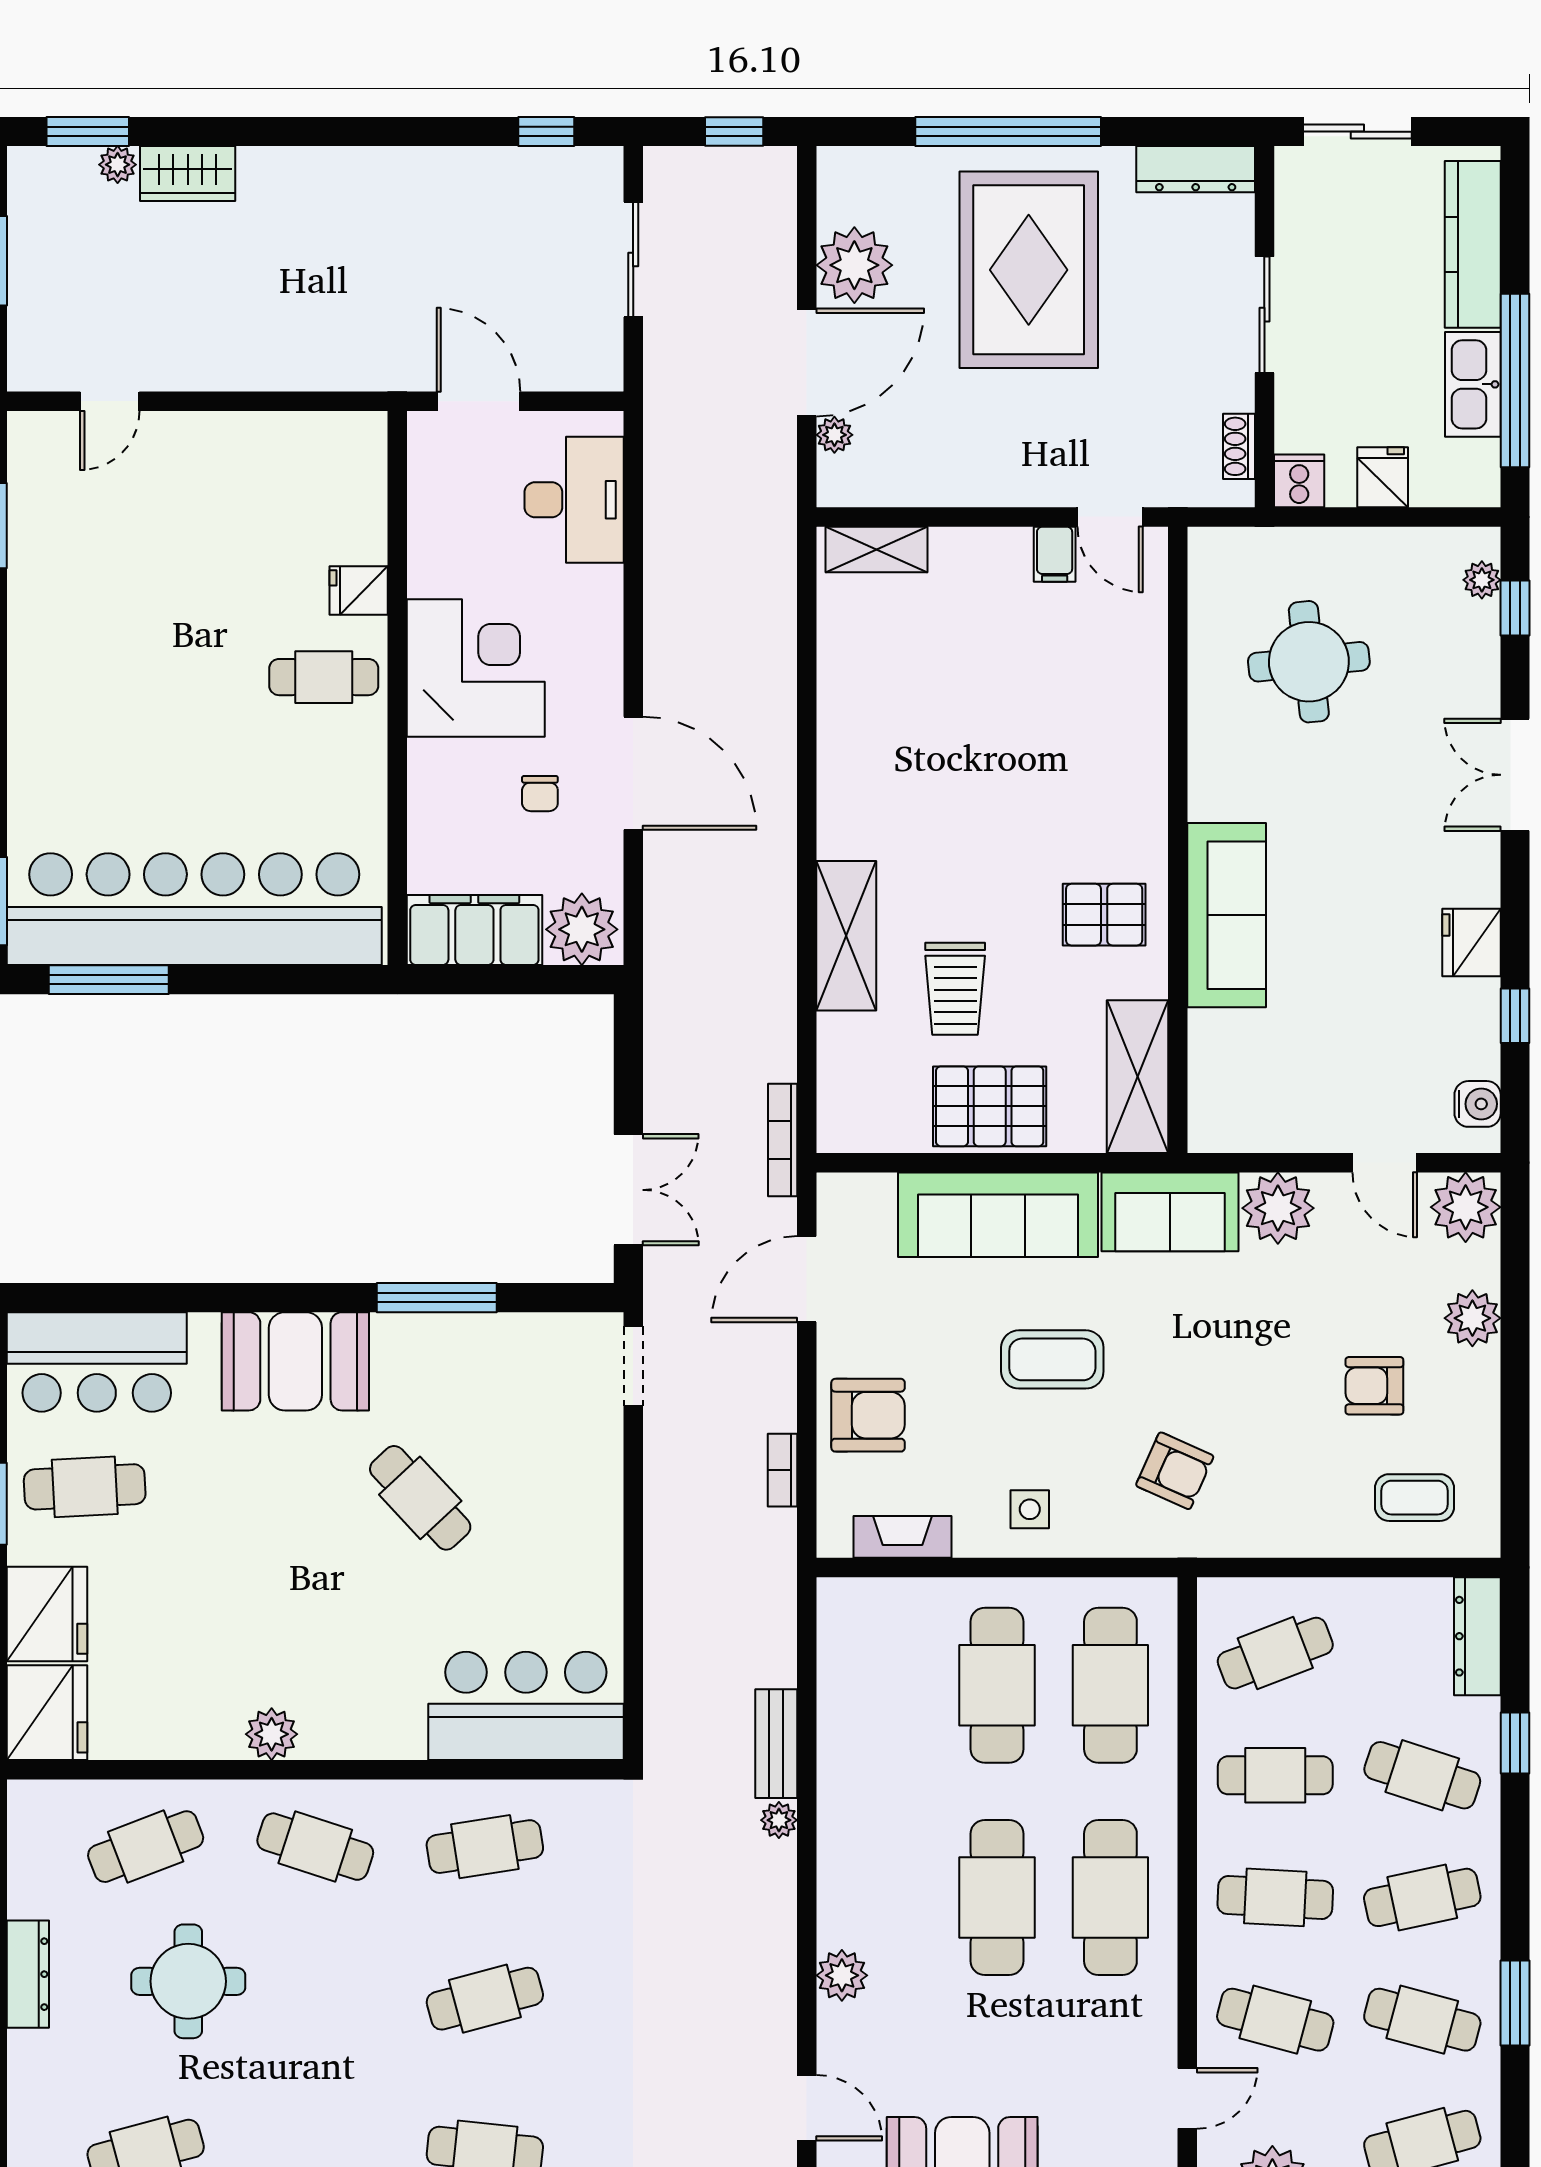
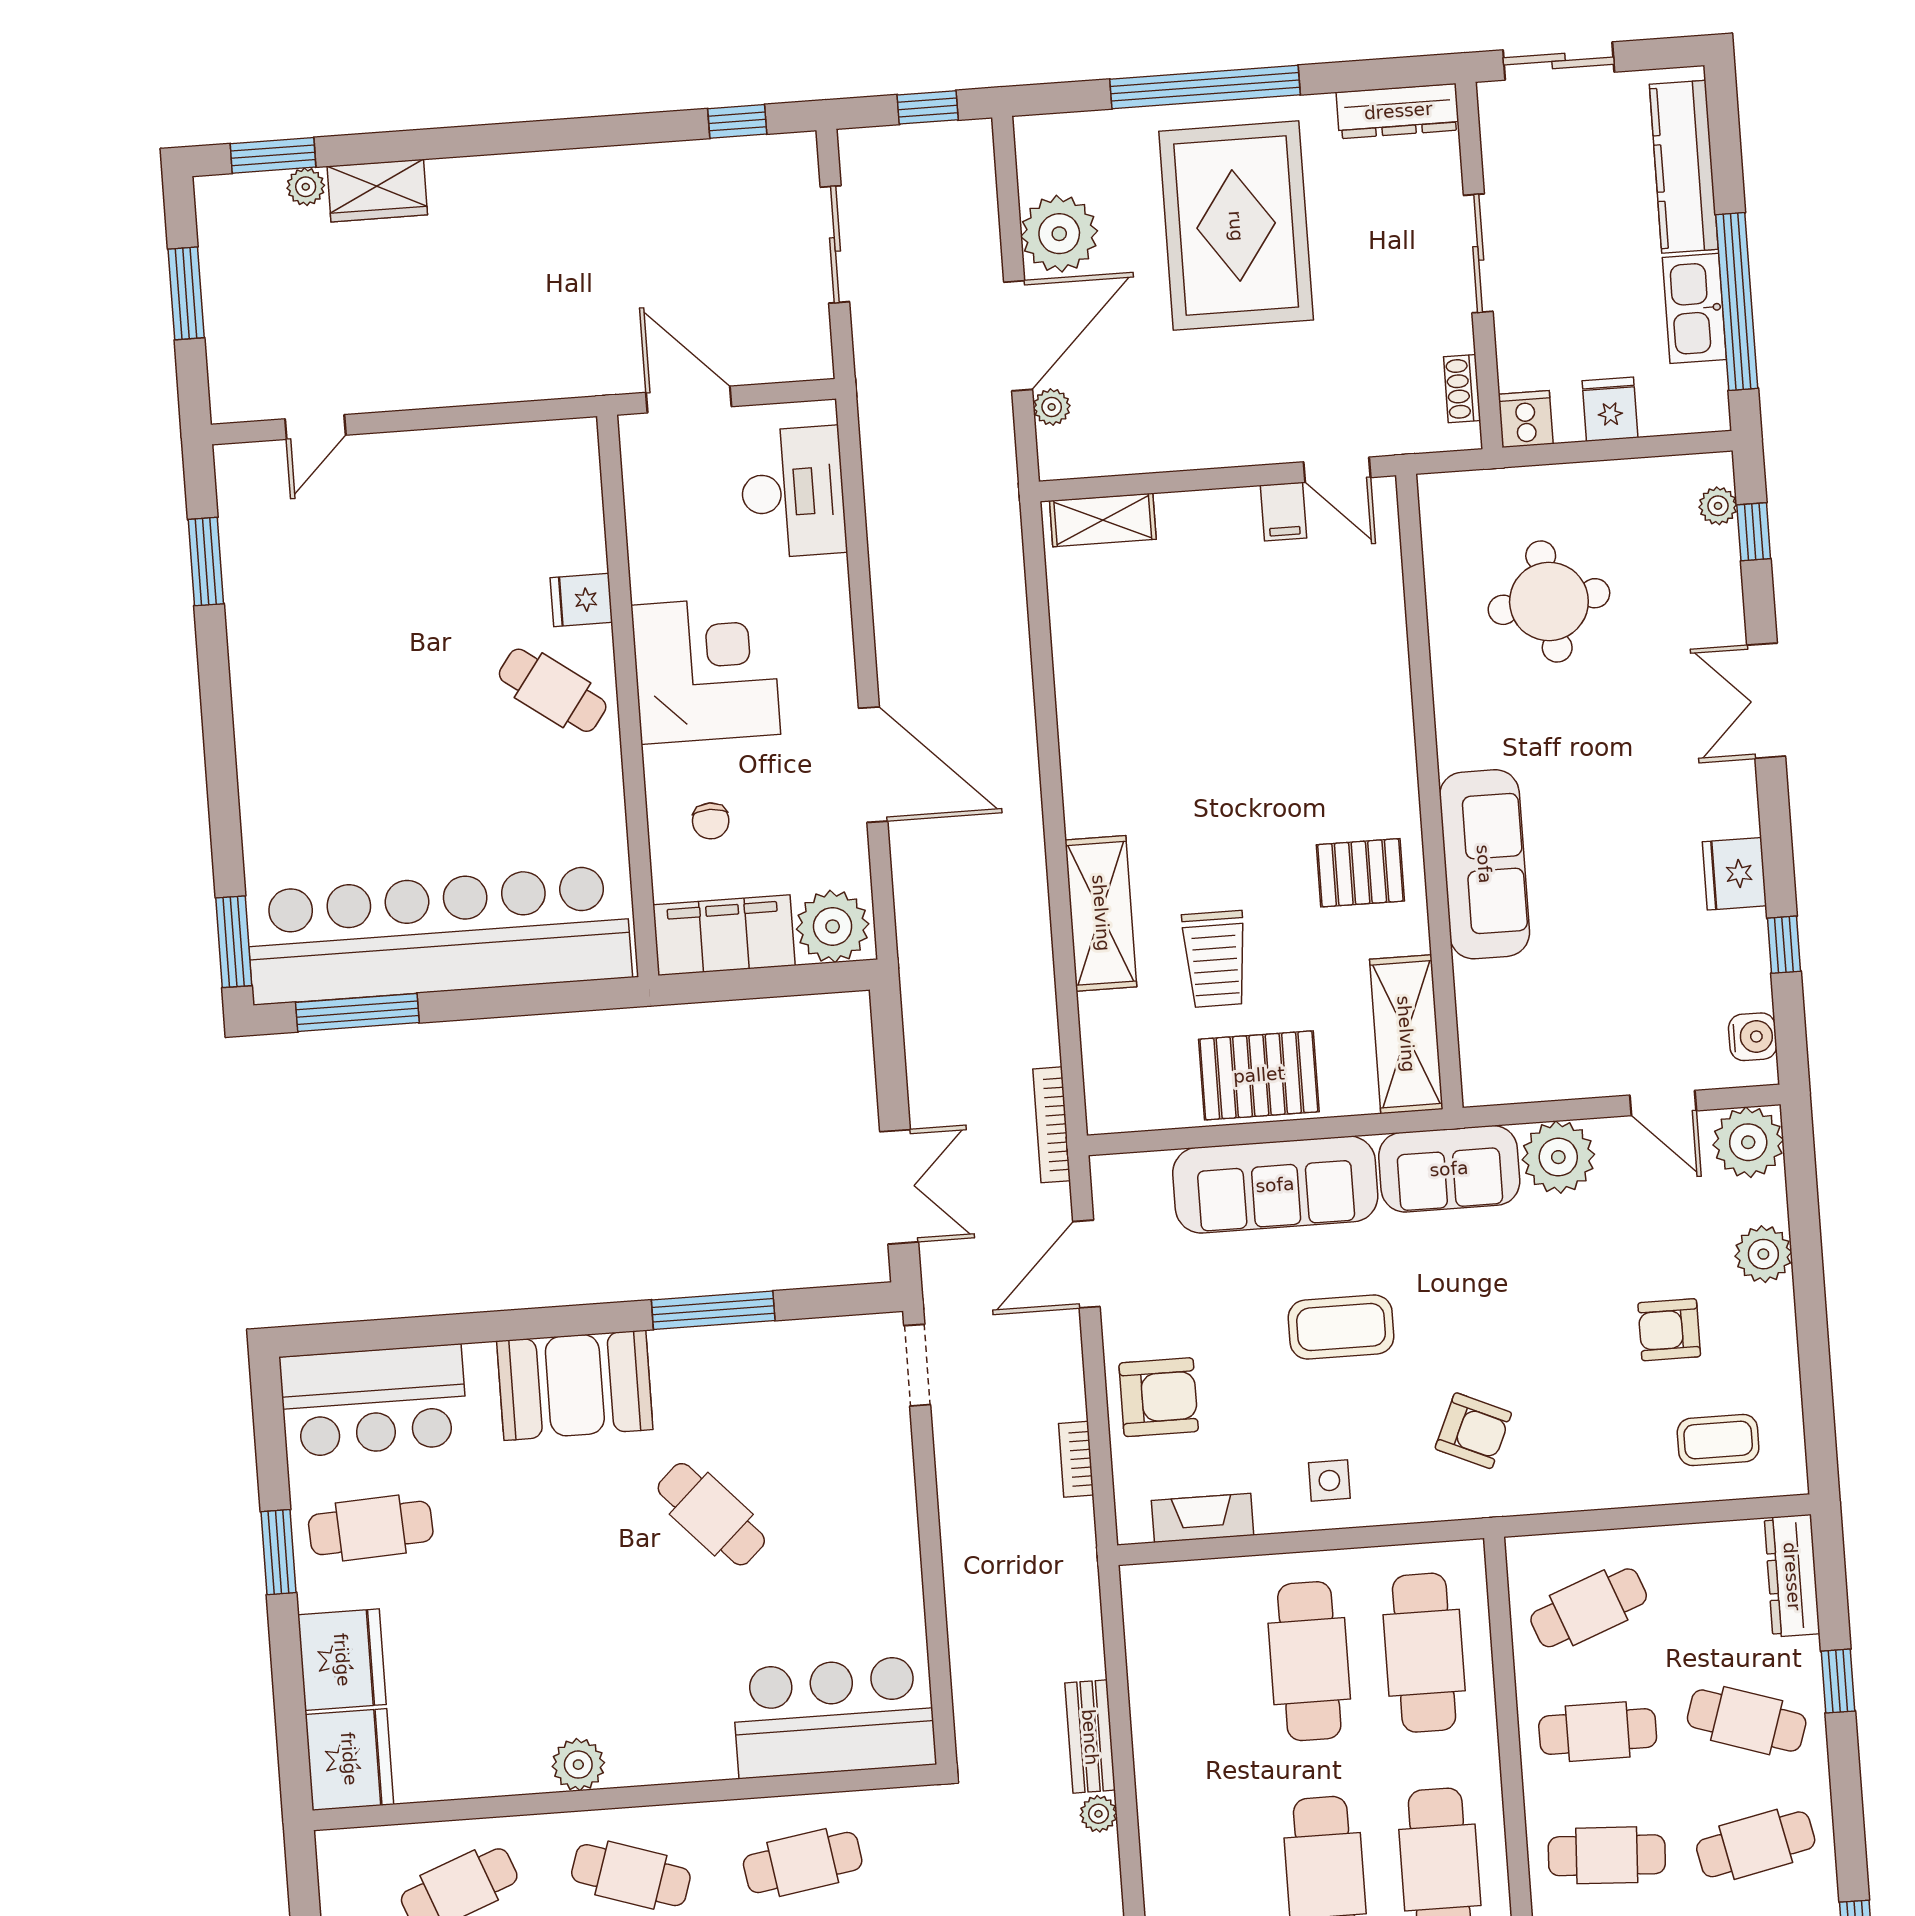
cafe table: (324, 677) -> (553, 690), turned 36
chair: (540, 794) -> (711, 821), moved

